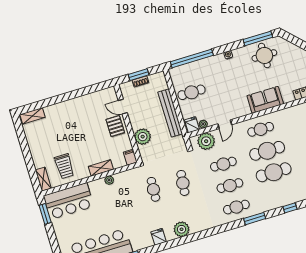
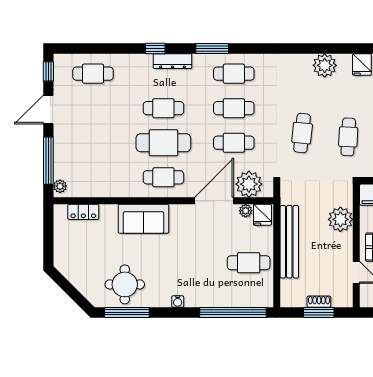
door: (225, 124) -> (214, 201), width x1.87
cafe table: (274, 172) -> (163, 108), width x0.73, depth x0.74
dresser: (277, 203) -> (173, 61), added

